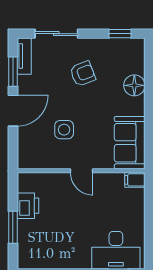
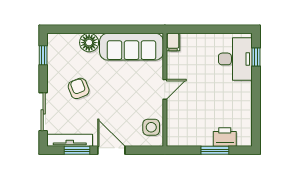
tv unit: (24, 56) -> (70, 140), width x1.41
side table: (64, 130) -> (151, 127), moved
sofa: (130, 143) -> (132, 47), width x1.36
printer: (28, 206) -> (225, 137), moved

